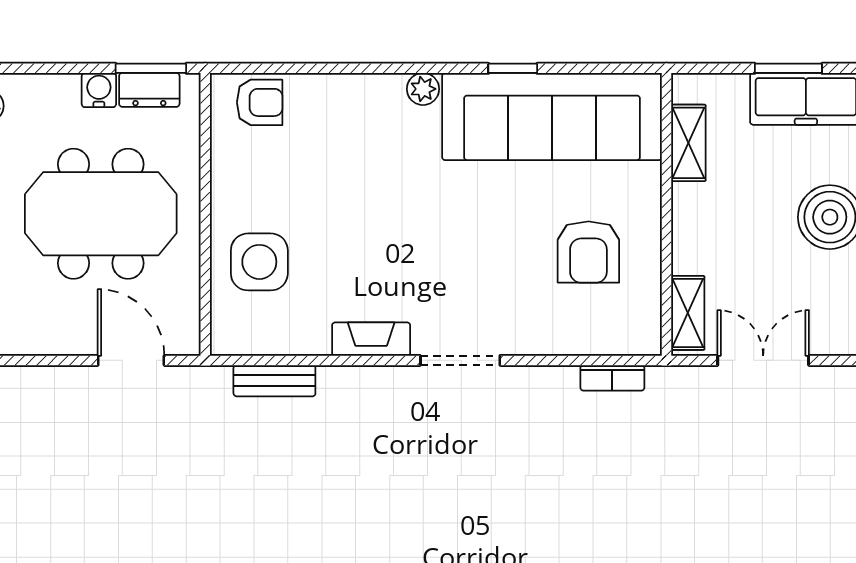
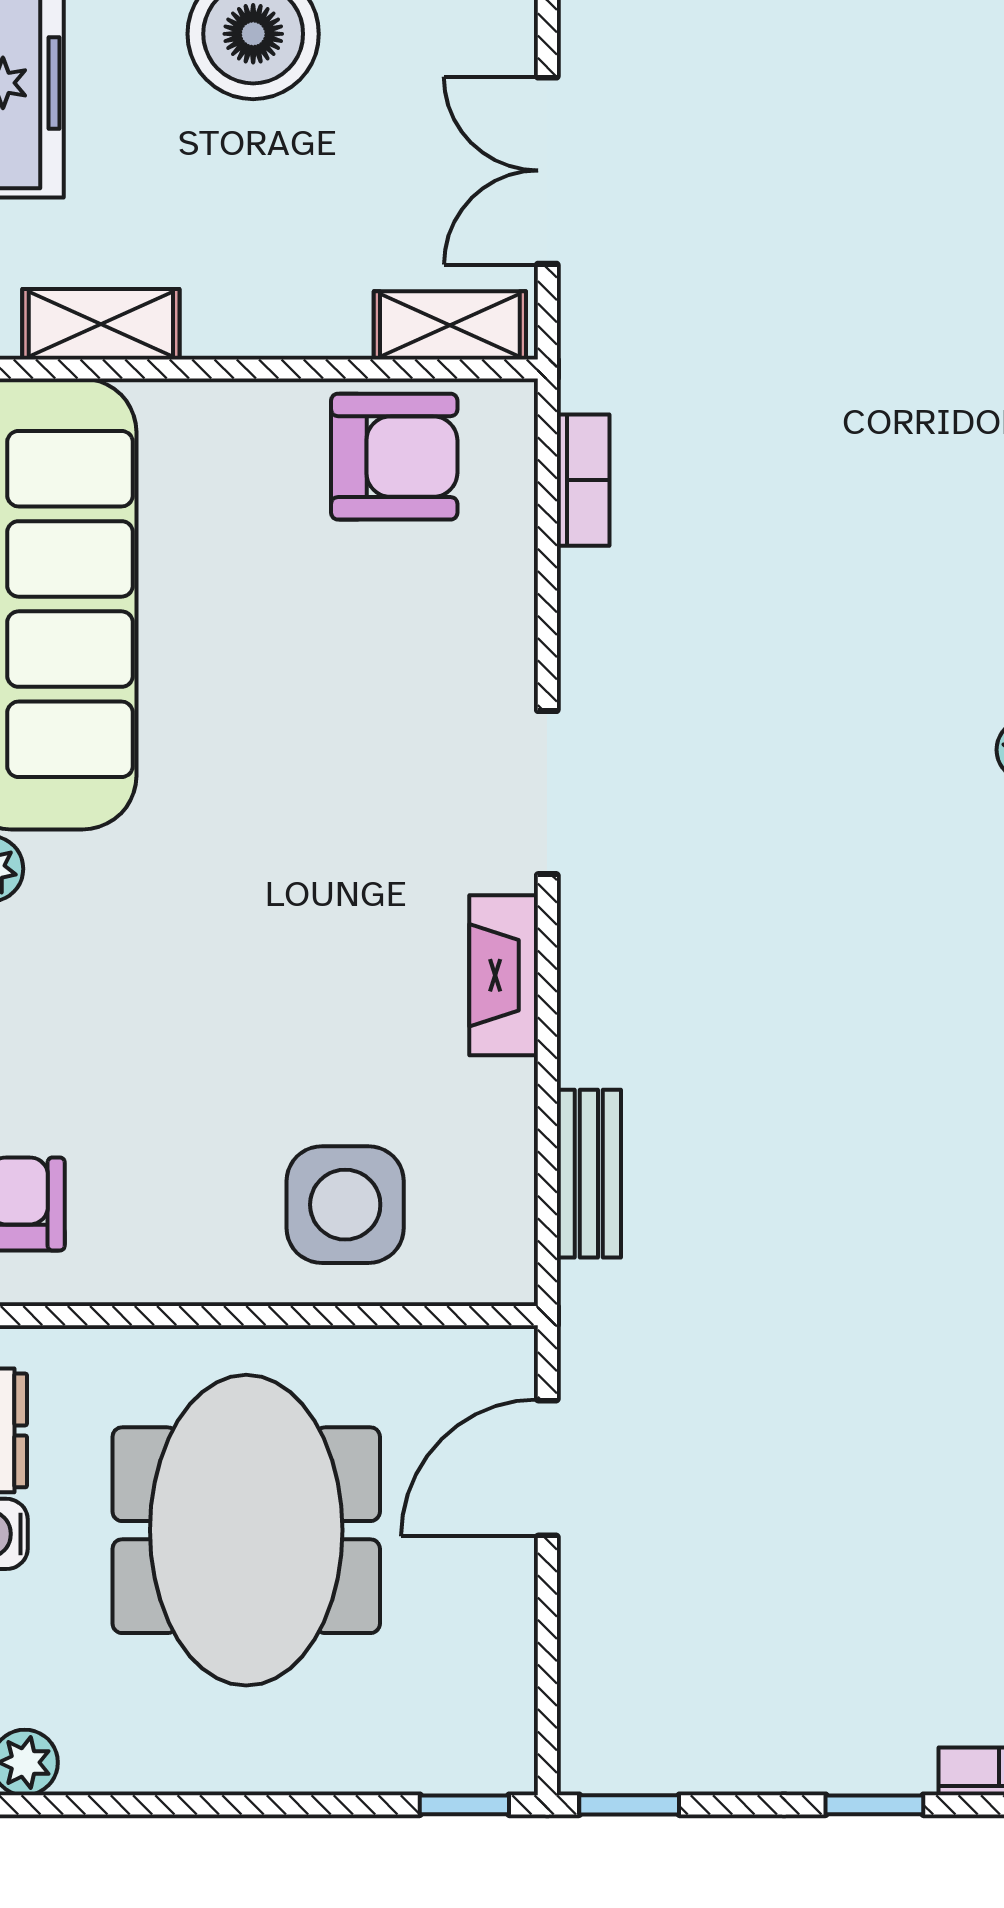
armchair: (588, 252) -> (394, 457), moved

